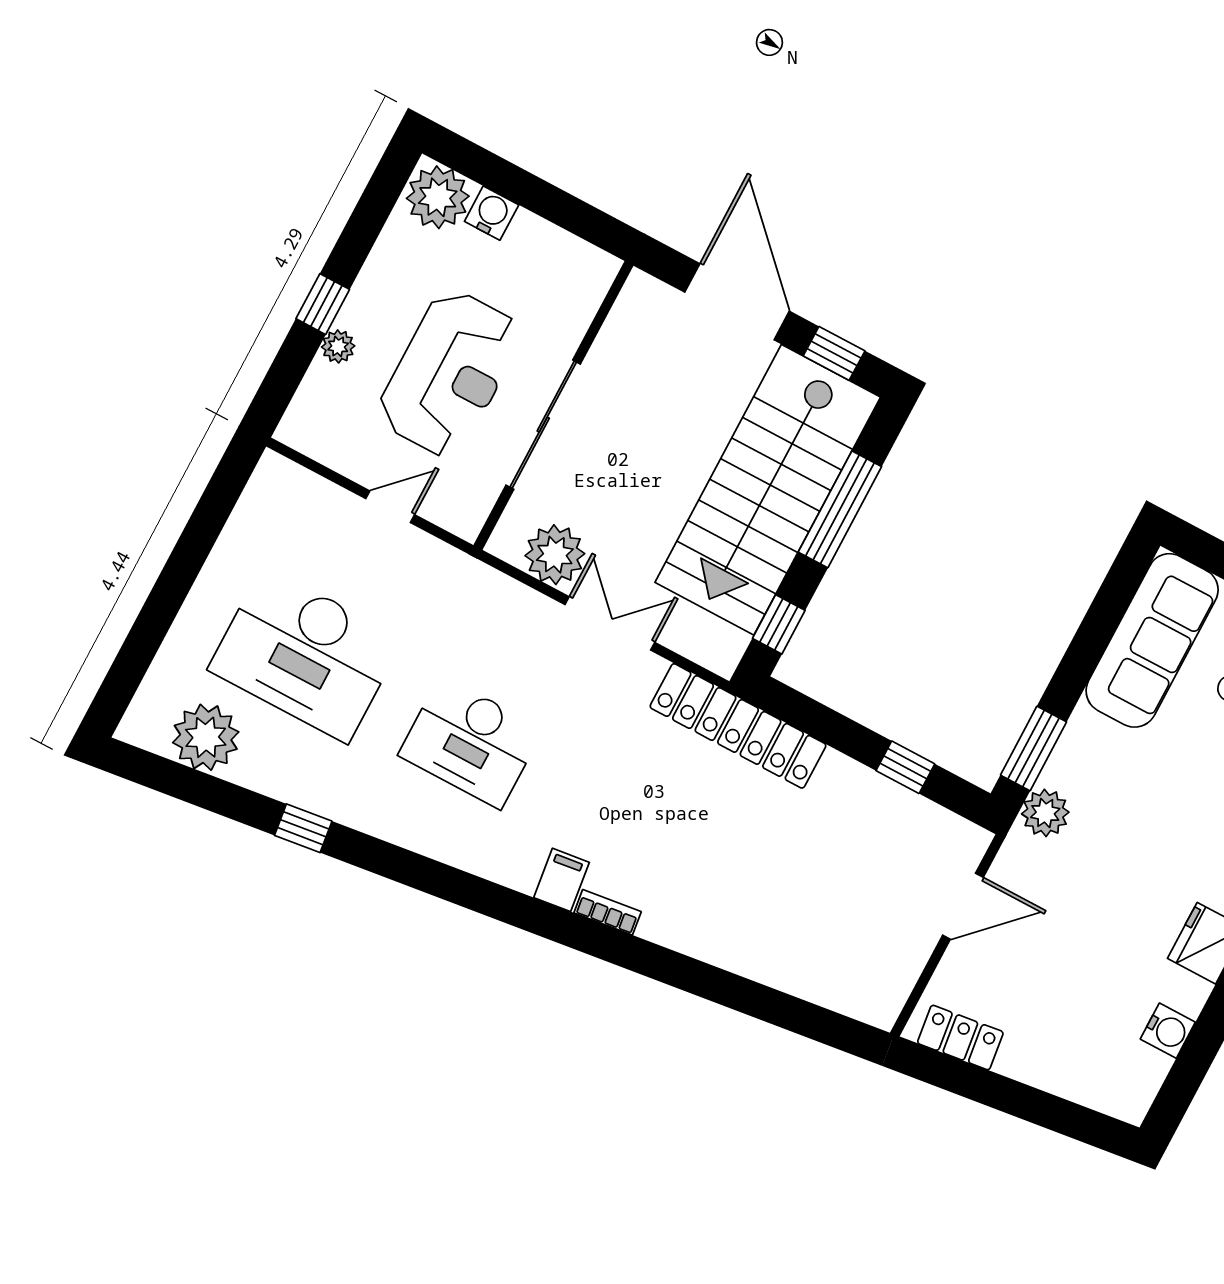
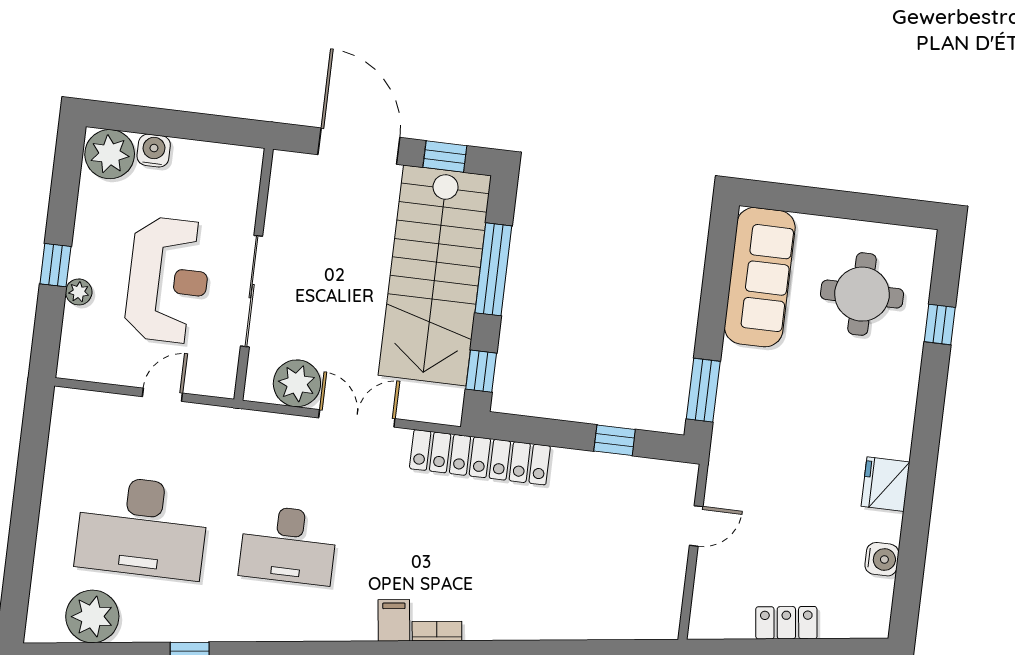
plant: (1045, 813) -> (730, 434), removed
door: (963, 906) -> (696, 526), width x0.73
locker: (960, 1038) -> (786, 623), moved

